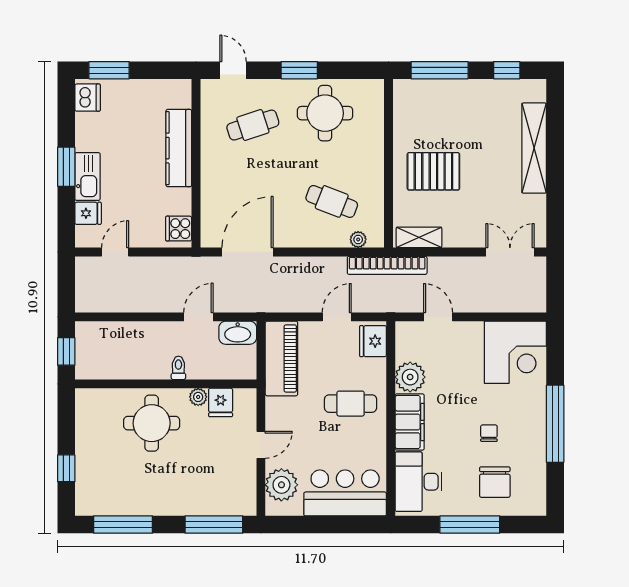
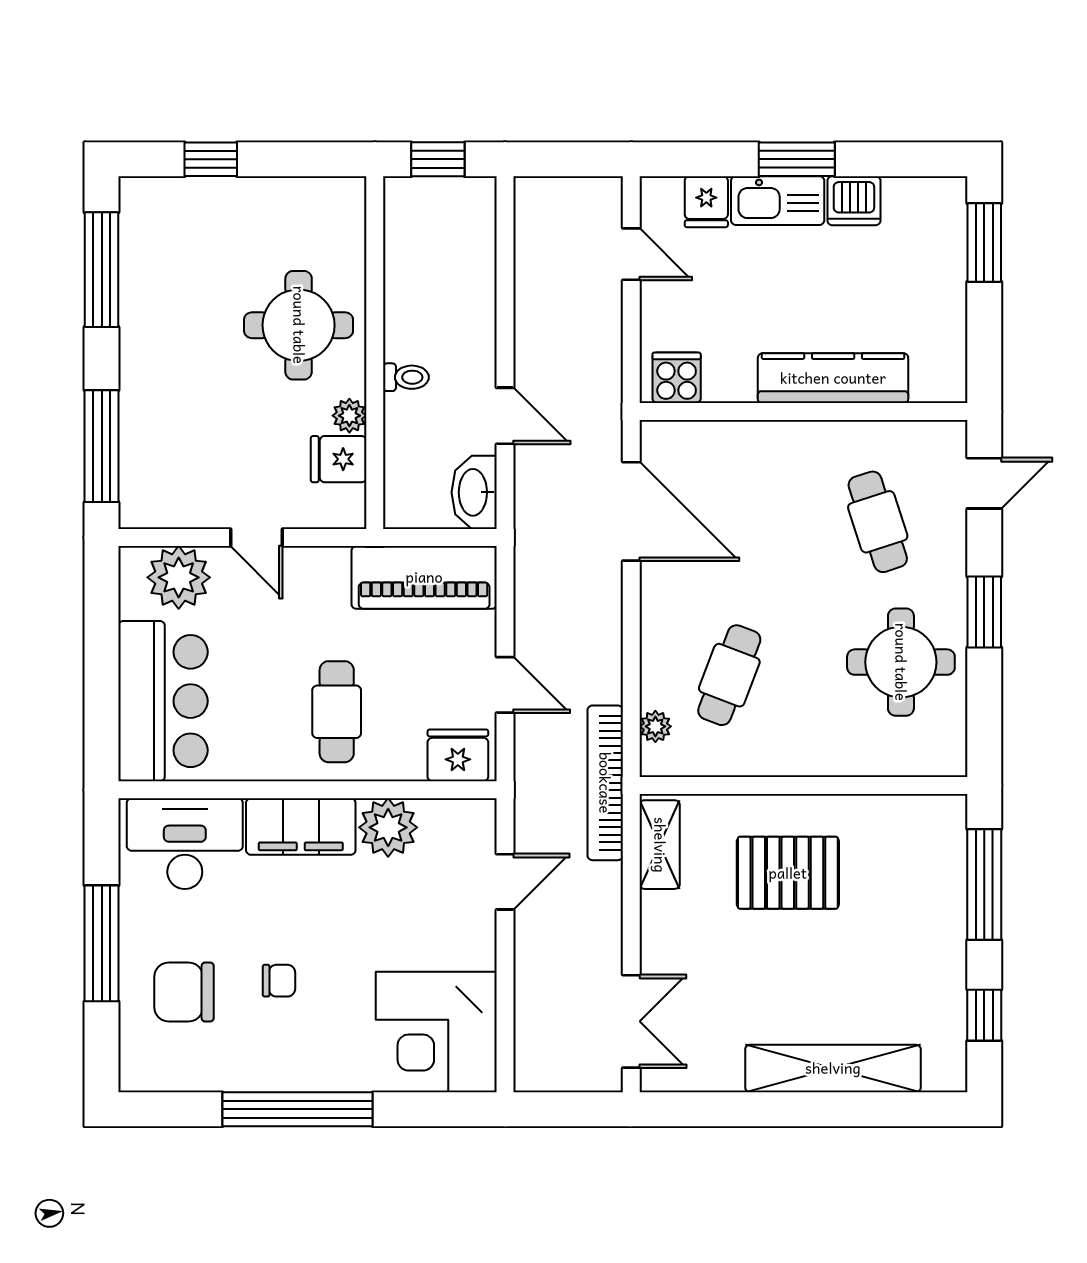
dishwasher: (88, 98) -> (854, 201), moved
pallet: (433, 171) -> (788, 873), turned 90

